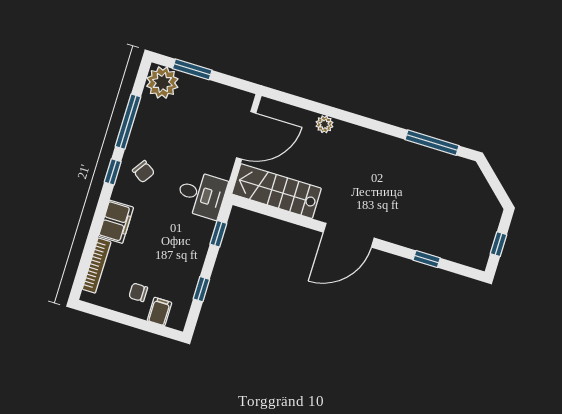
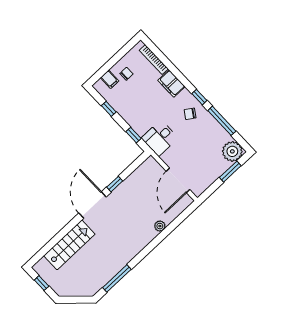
stairs: (277, 191) -> (69, 245), moved
window: (427, 259) -> (115, 184), moved

